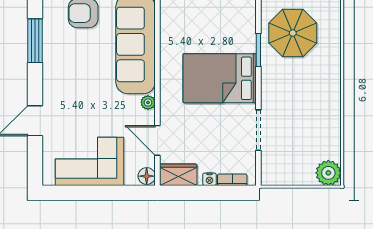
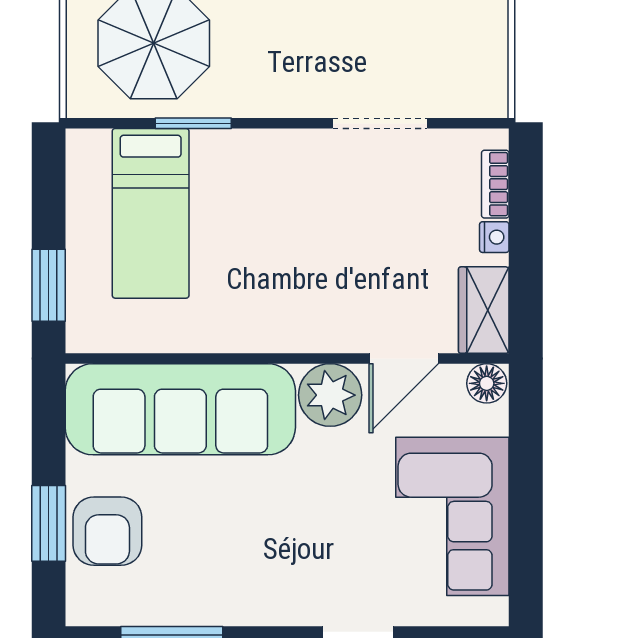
bed: (220, 78) -> (151, 213), moved, width x0.67
plant: (148, 102) -> (330, 395), width x1.87, depth x1.87

